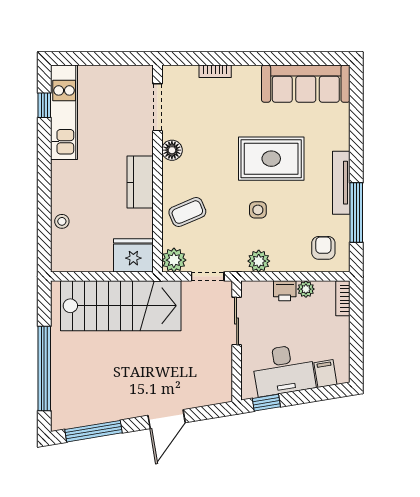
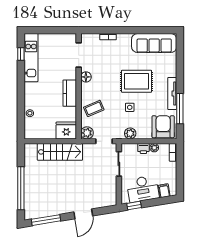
armchair: (323, 248) -> (163, 127), width x1.88, depth x1.88
stairs: (121, 306) -> (60, 152), width x0.73, depth x0.66

